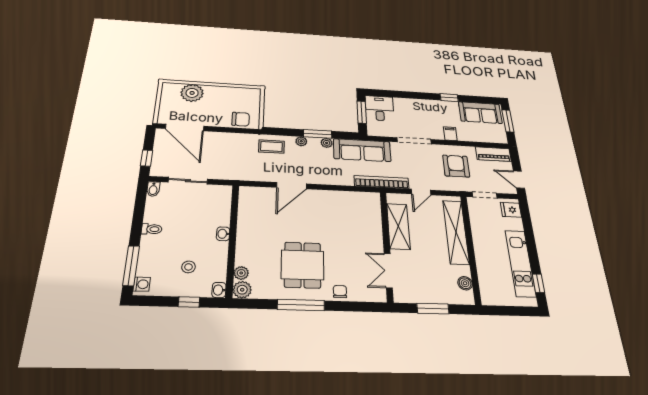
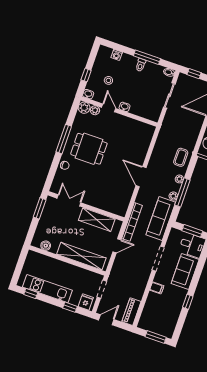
sofa: (480, 113) -> (185, 272), moved
window: (318, 134) -> (182, 192), width x1.44
armchair: (456, 166) -> (130, 280), removed
door: (292, 186) -> (141, 177), moved
door: (421, 192) -> (117, 246), swing flipped
window: (528, 227) -> (70, 307), added
door: (231, 255) -> (109, 108), added
window: (131, 266) -> (147, 57), moved
washing machine: (142, 284) -> (117, 55), moved
window: (433, 309) -> (40, 208), moved

